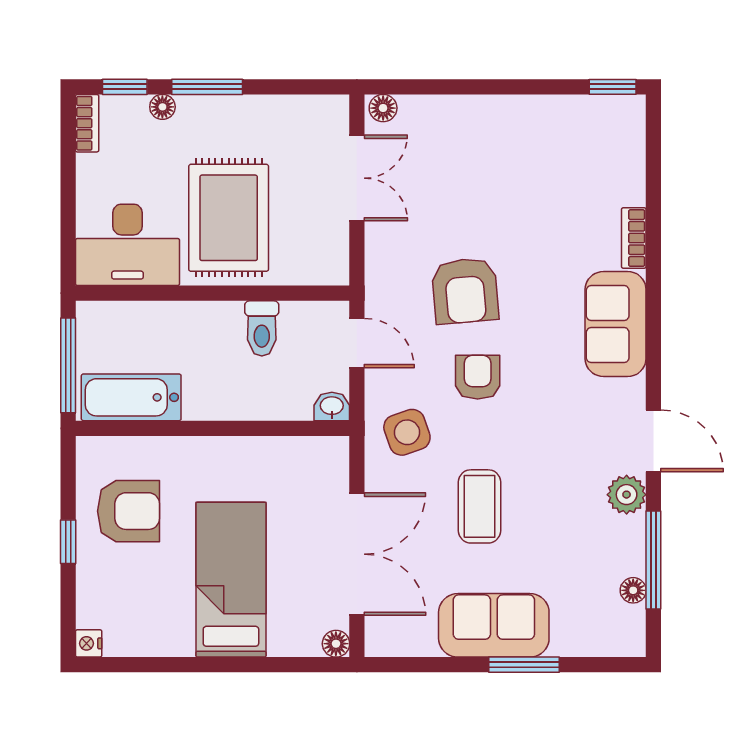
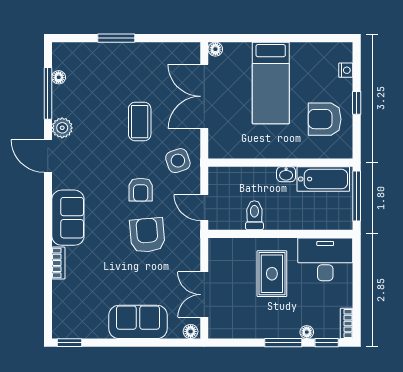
rug: (229, 218) -> (272, 274), width x0.73, depth x0.70
washbasin: (332, 406) -> (286, 174), moved
sofa: (494, 625) -> (138, 322), moved, turned 180
nightstand: (89, 643) -> (346, 70), moved

